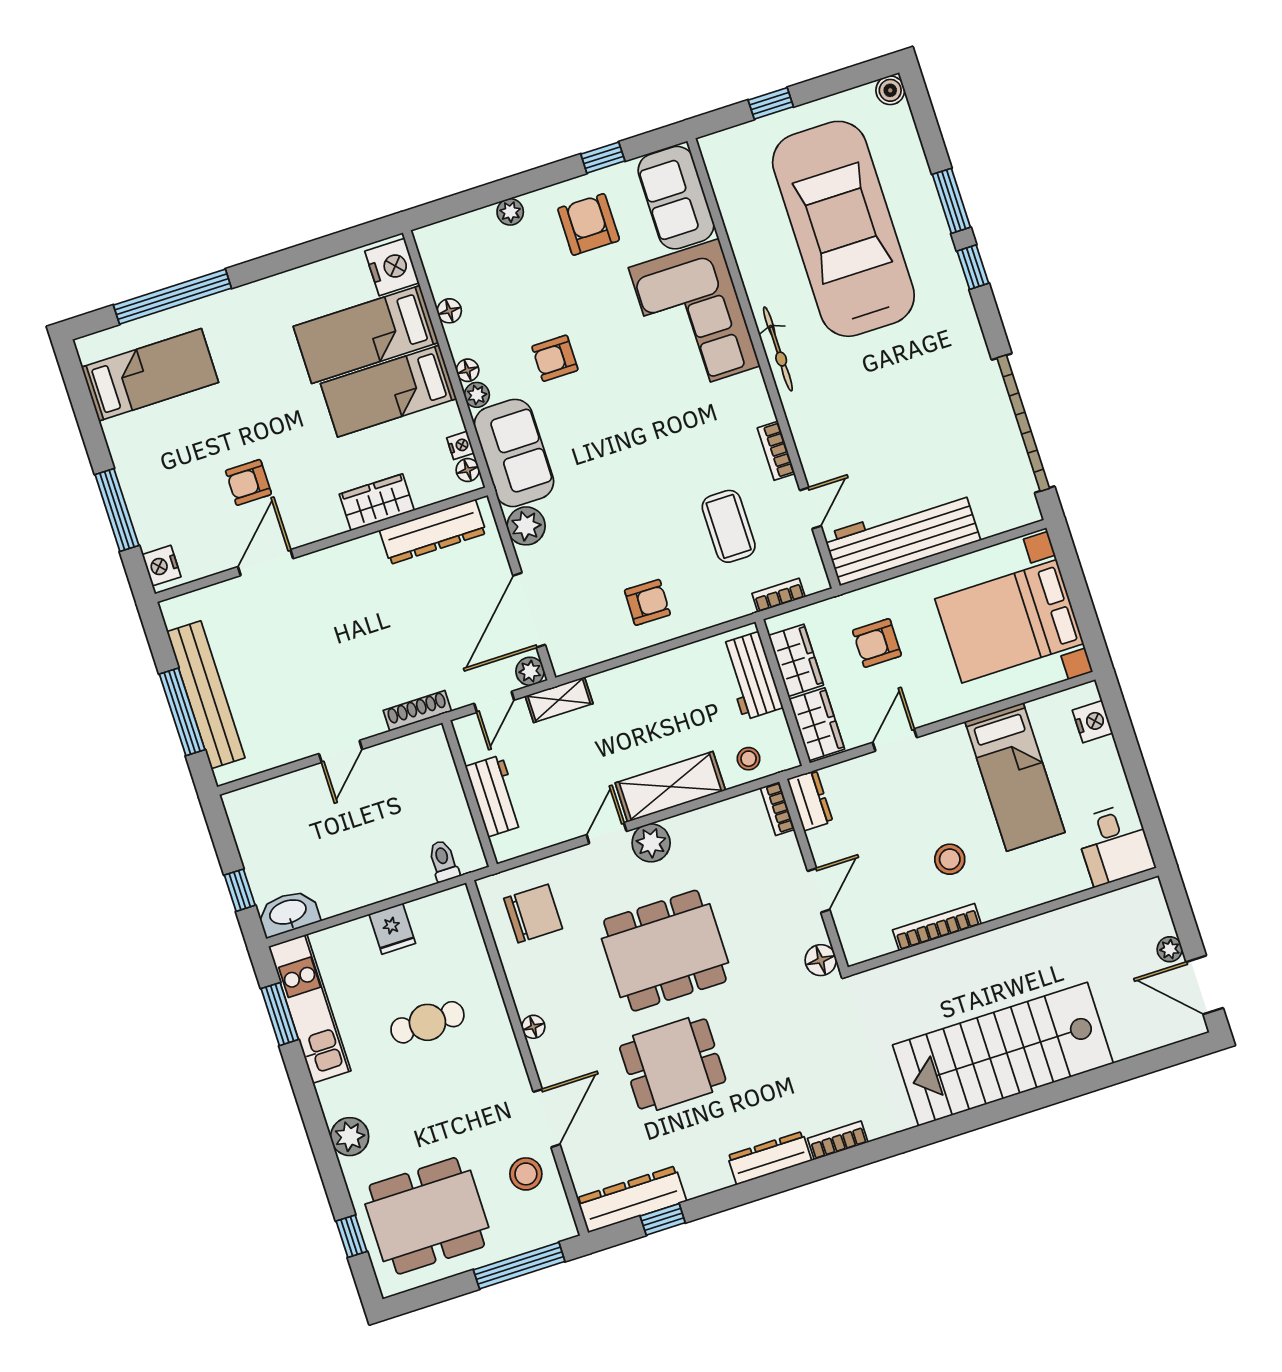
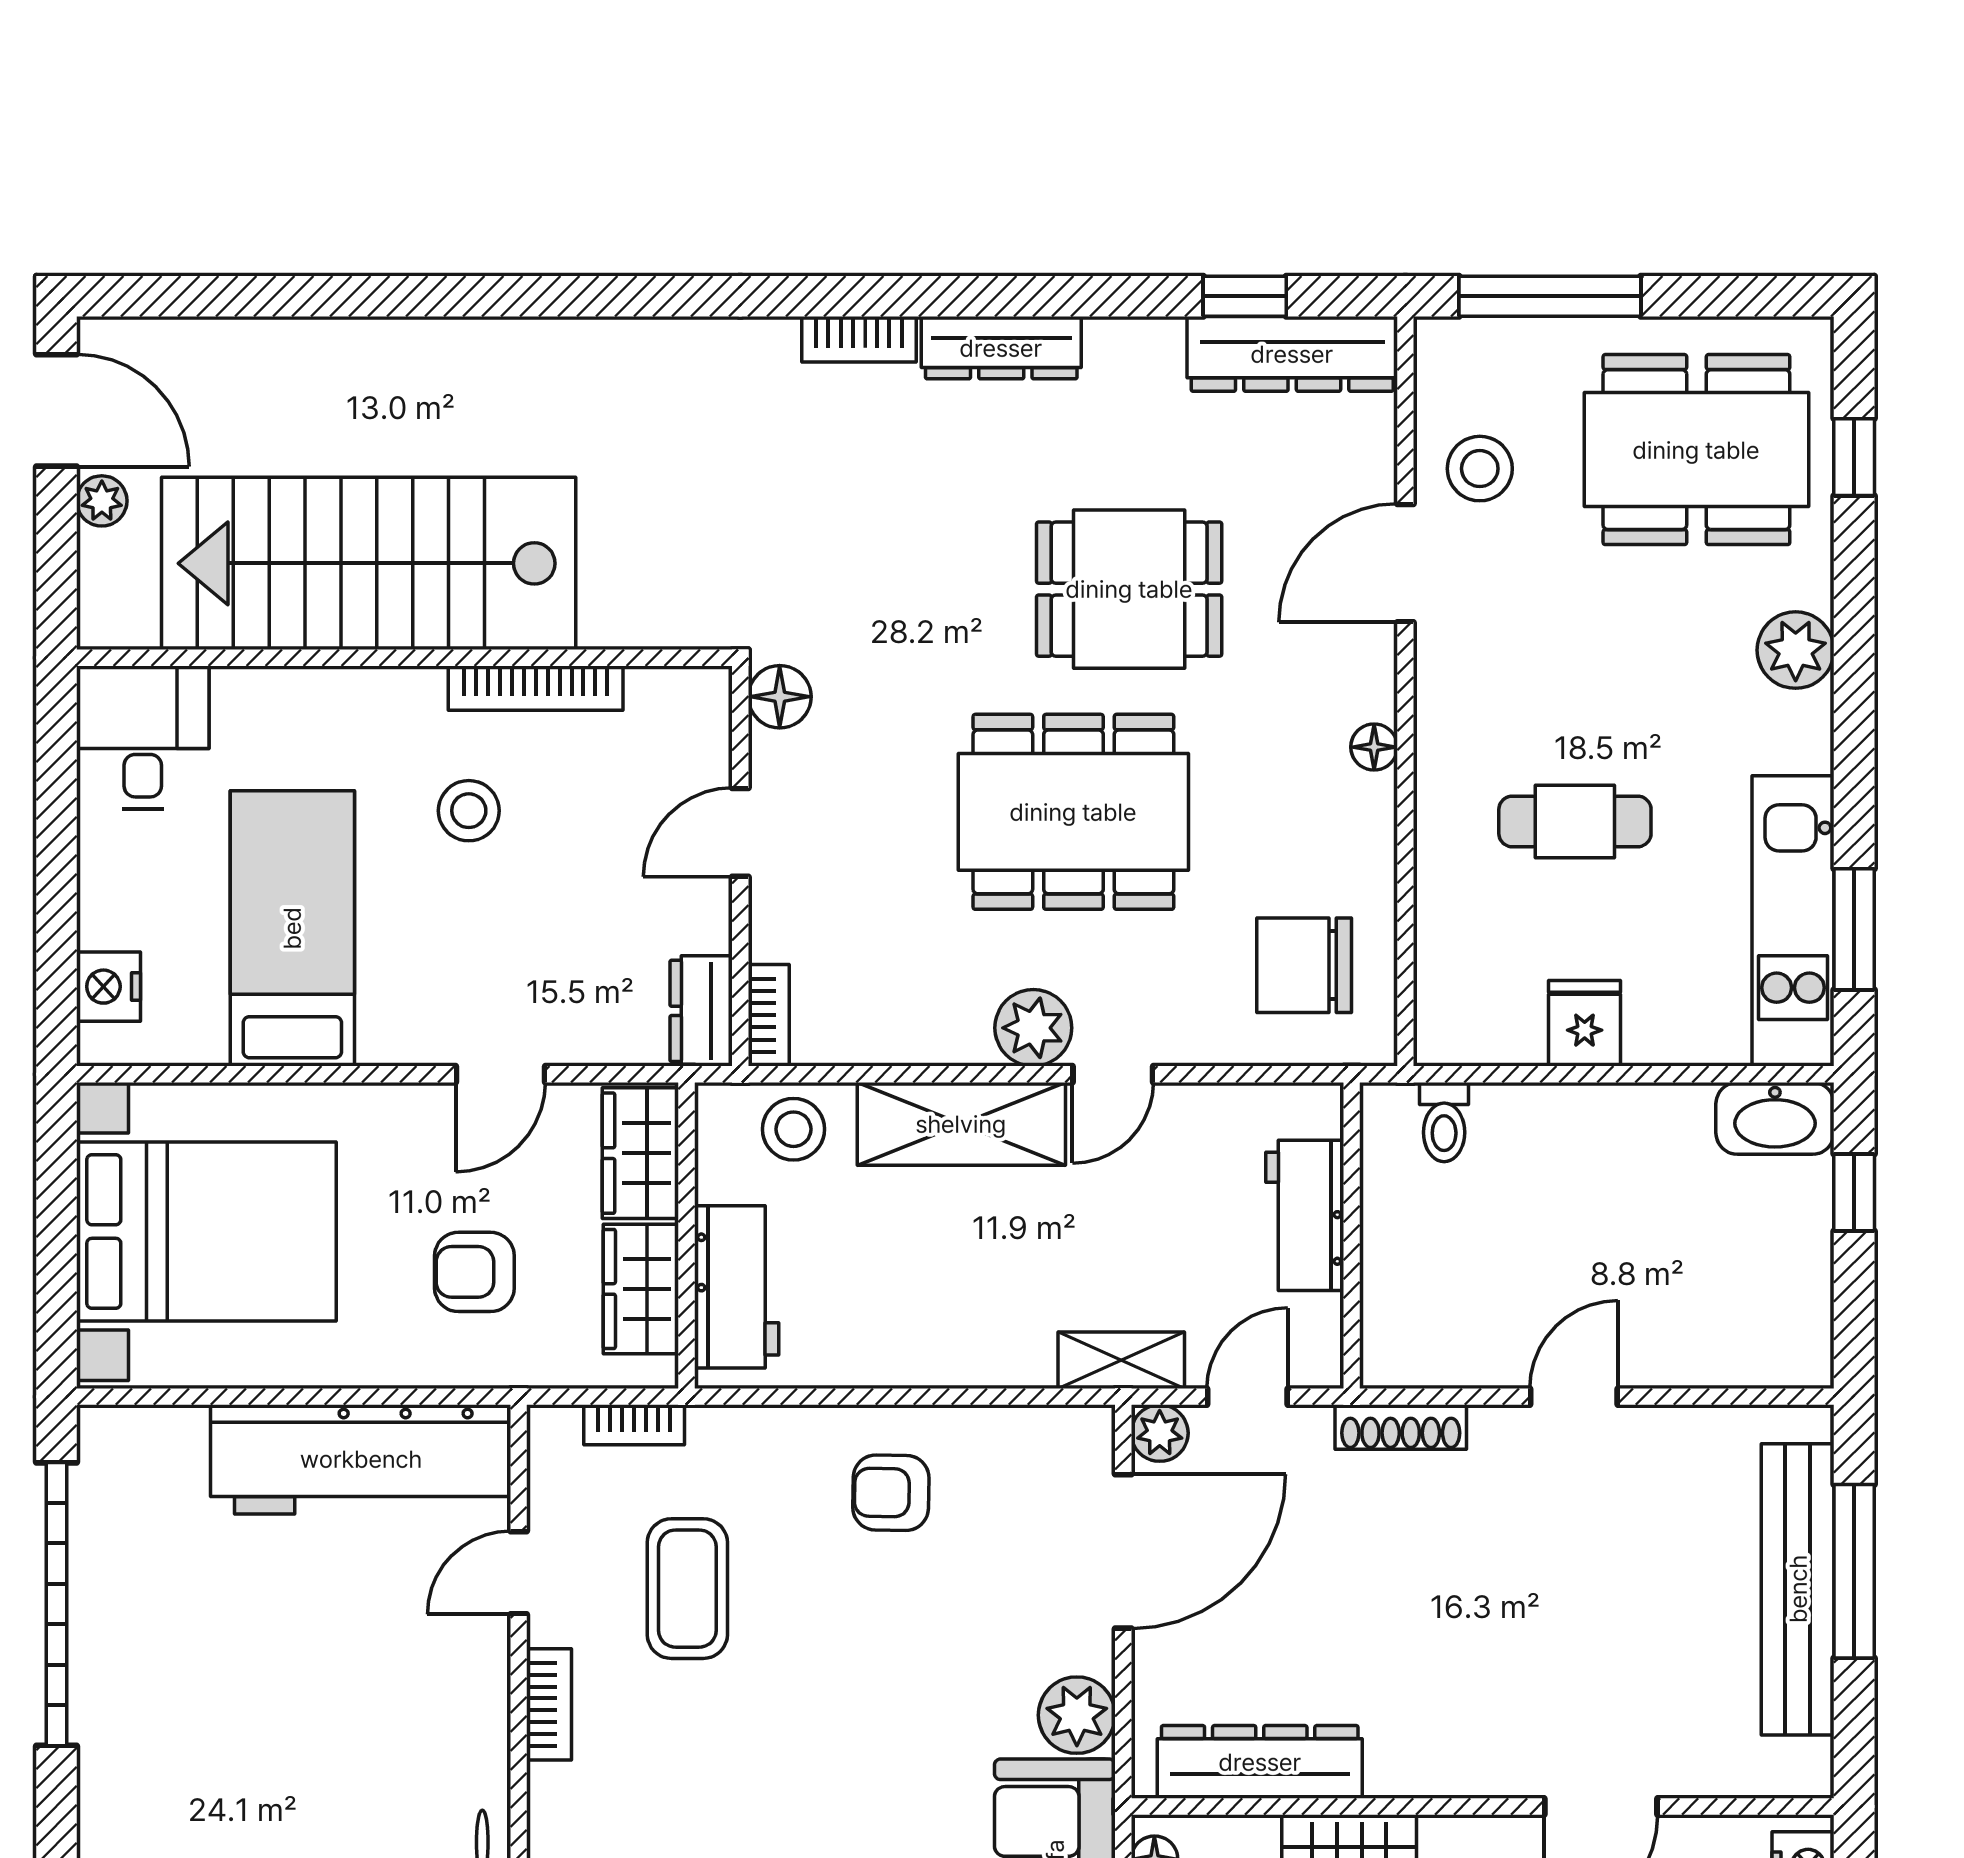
armchair: (877, 643) -> (474, 1272), turned 180
stool: (749, 759) -> (793, 1129), width x1.37, depth x1.37
stairs: (1003, 1054) -> (369, 563), moved, turned 180

